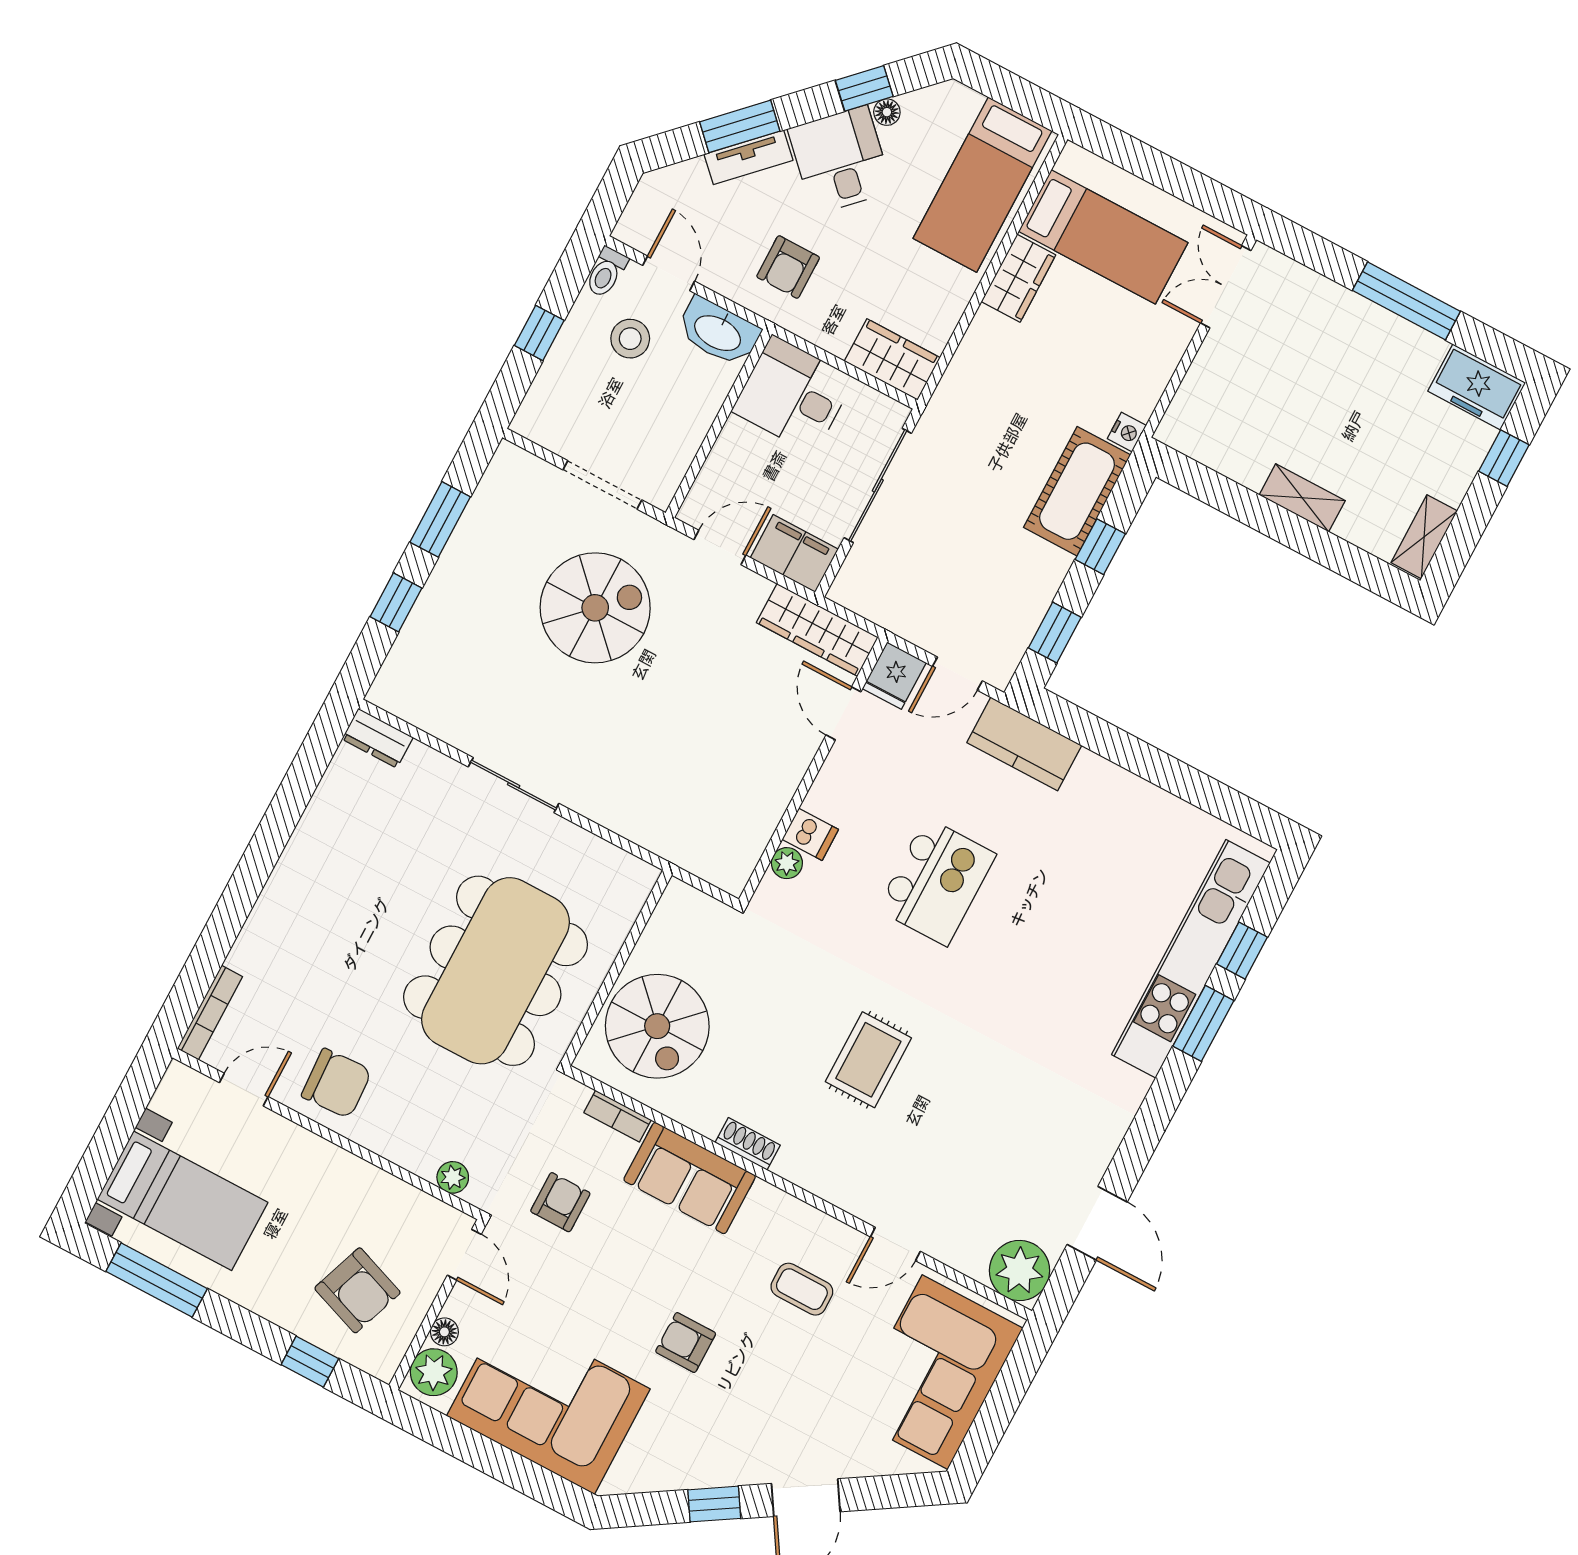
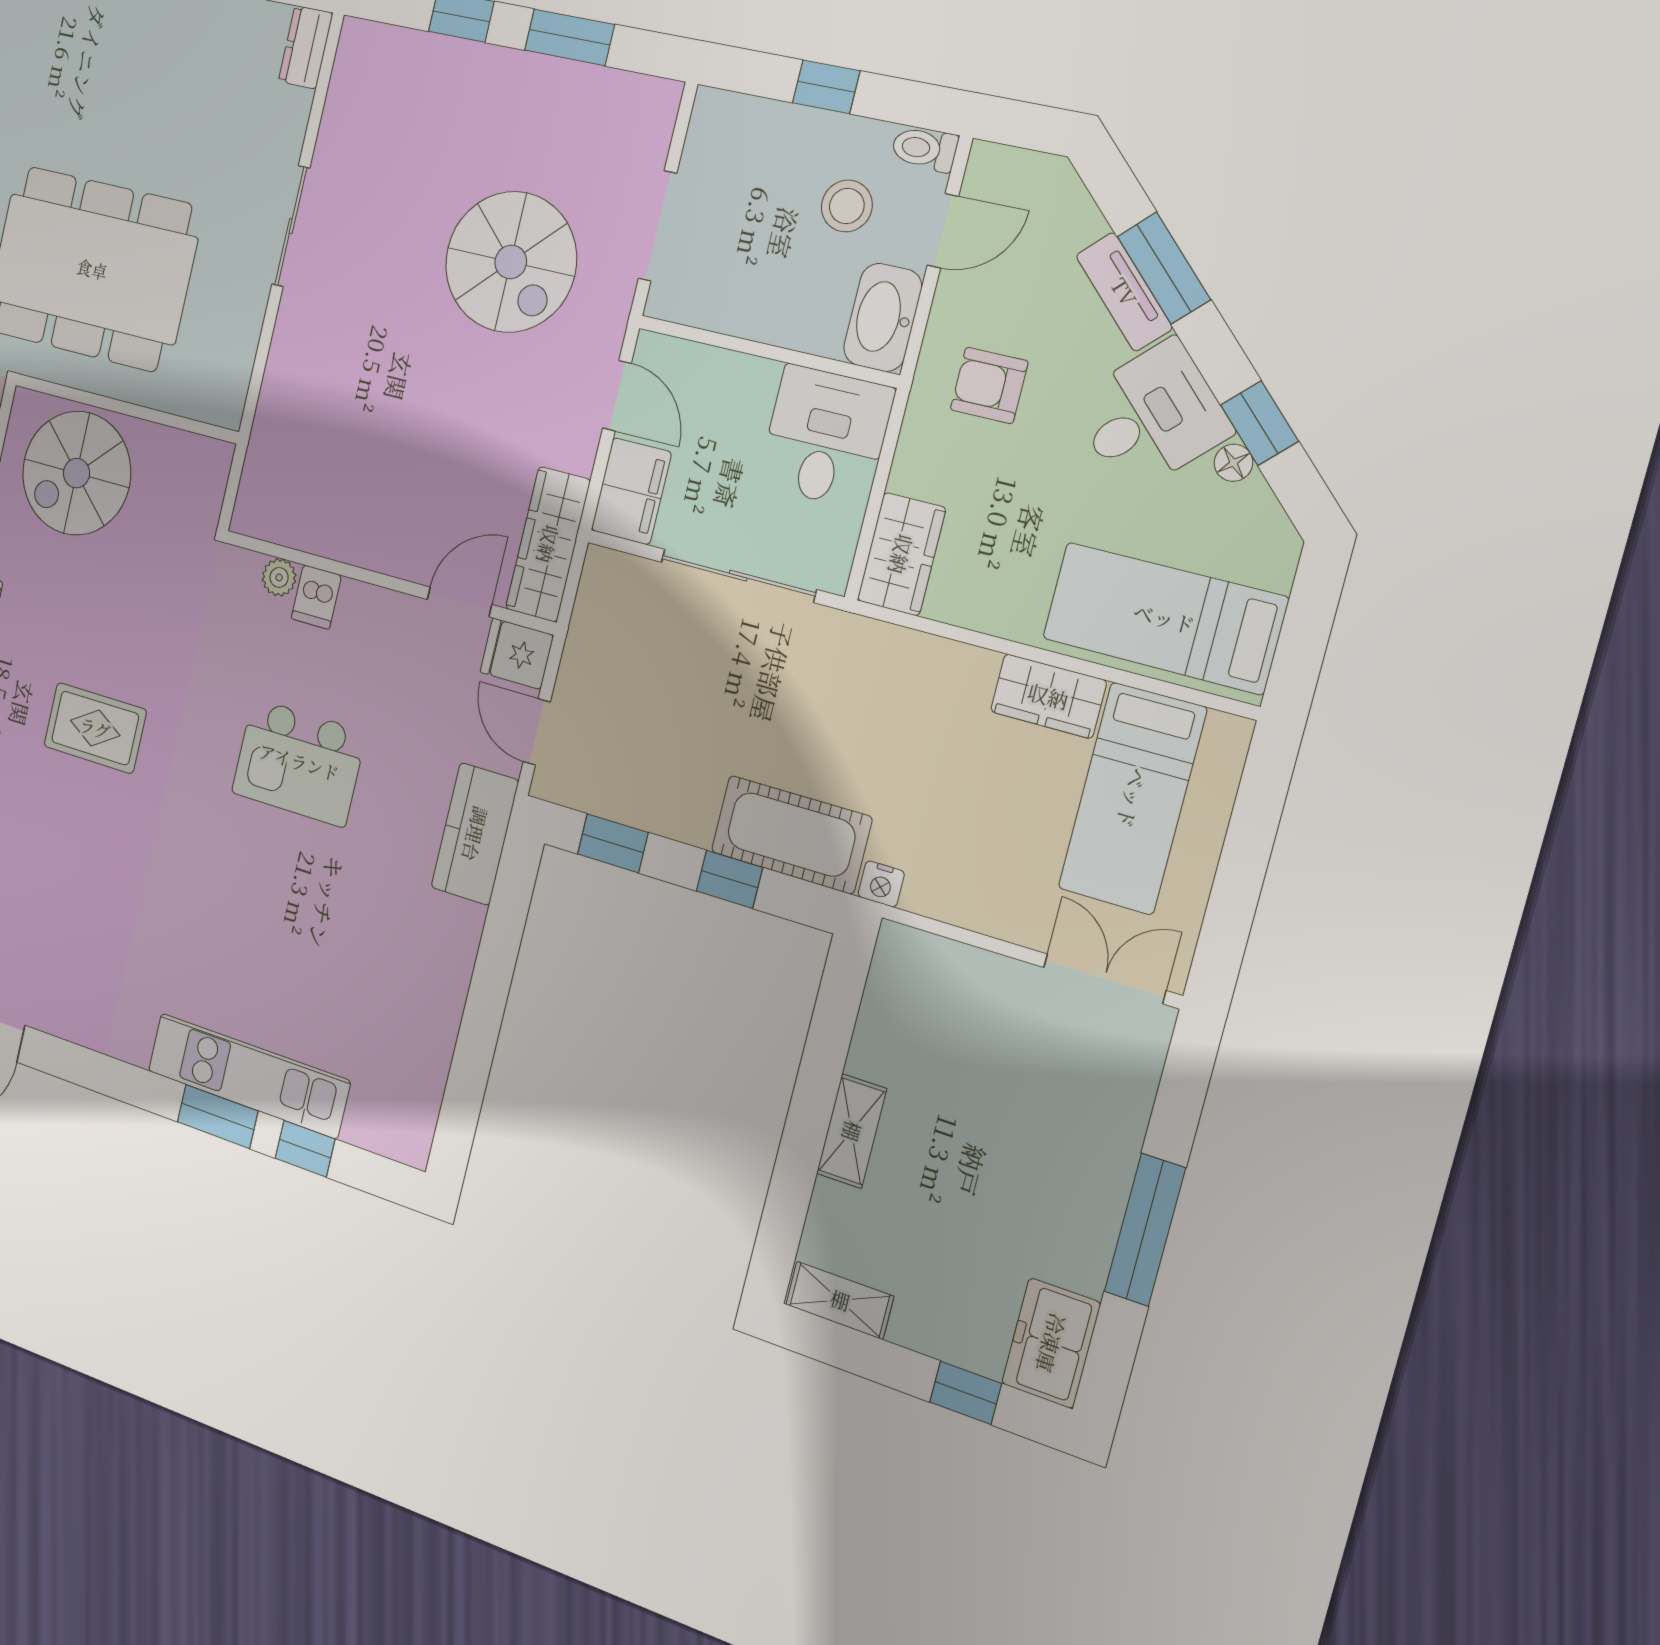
kitchen unit: (1191, 959) -> (248, 1076), width x0.73

